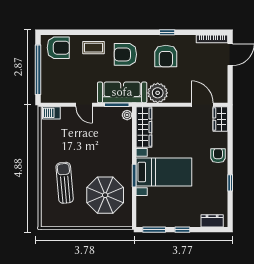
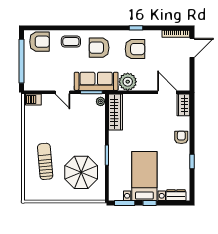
armchair: (166, 56) -> (135, 49), turned -90
bed with nightstands: (164, 172) -> (144, 176), moved, turned -90

